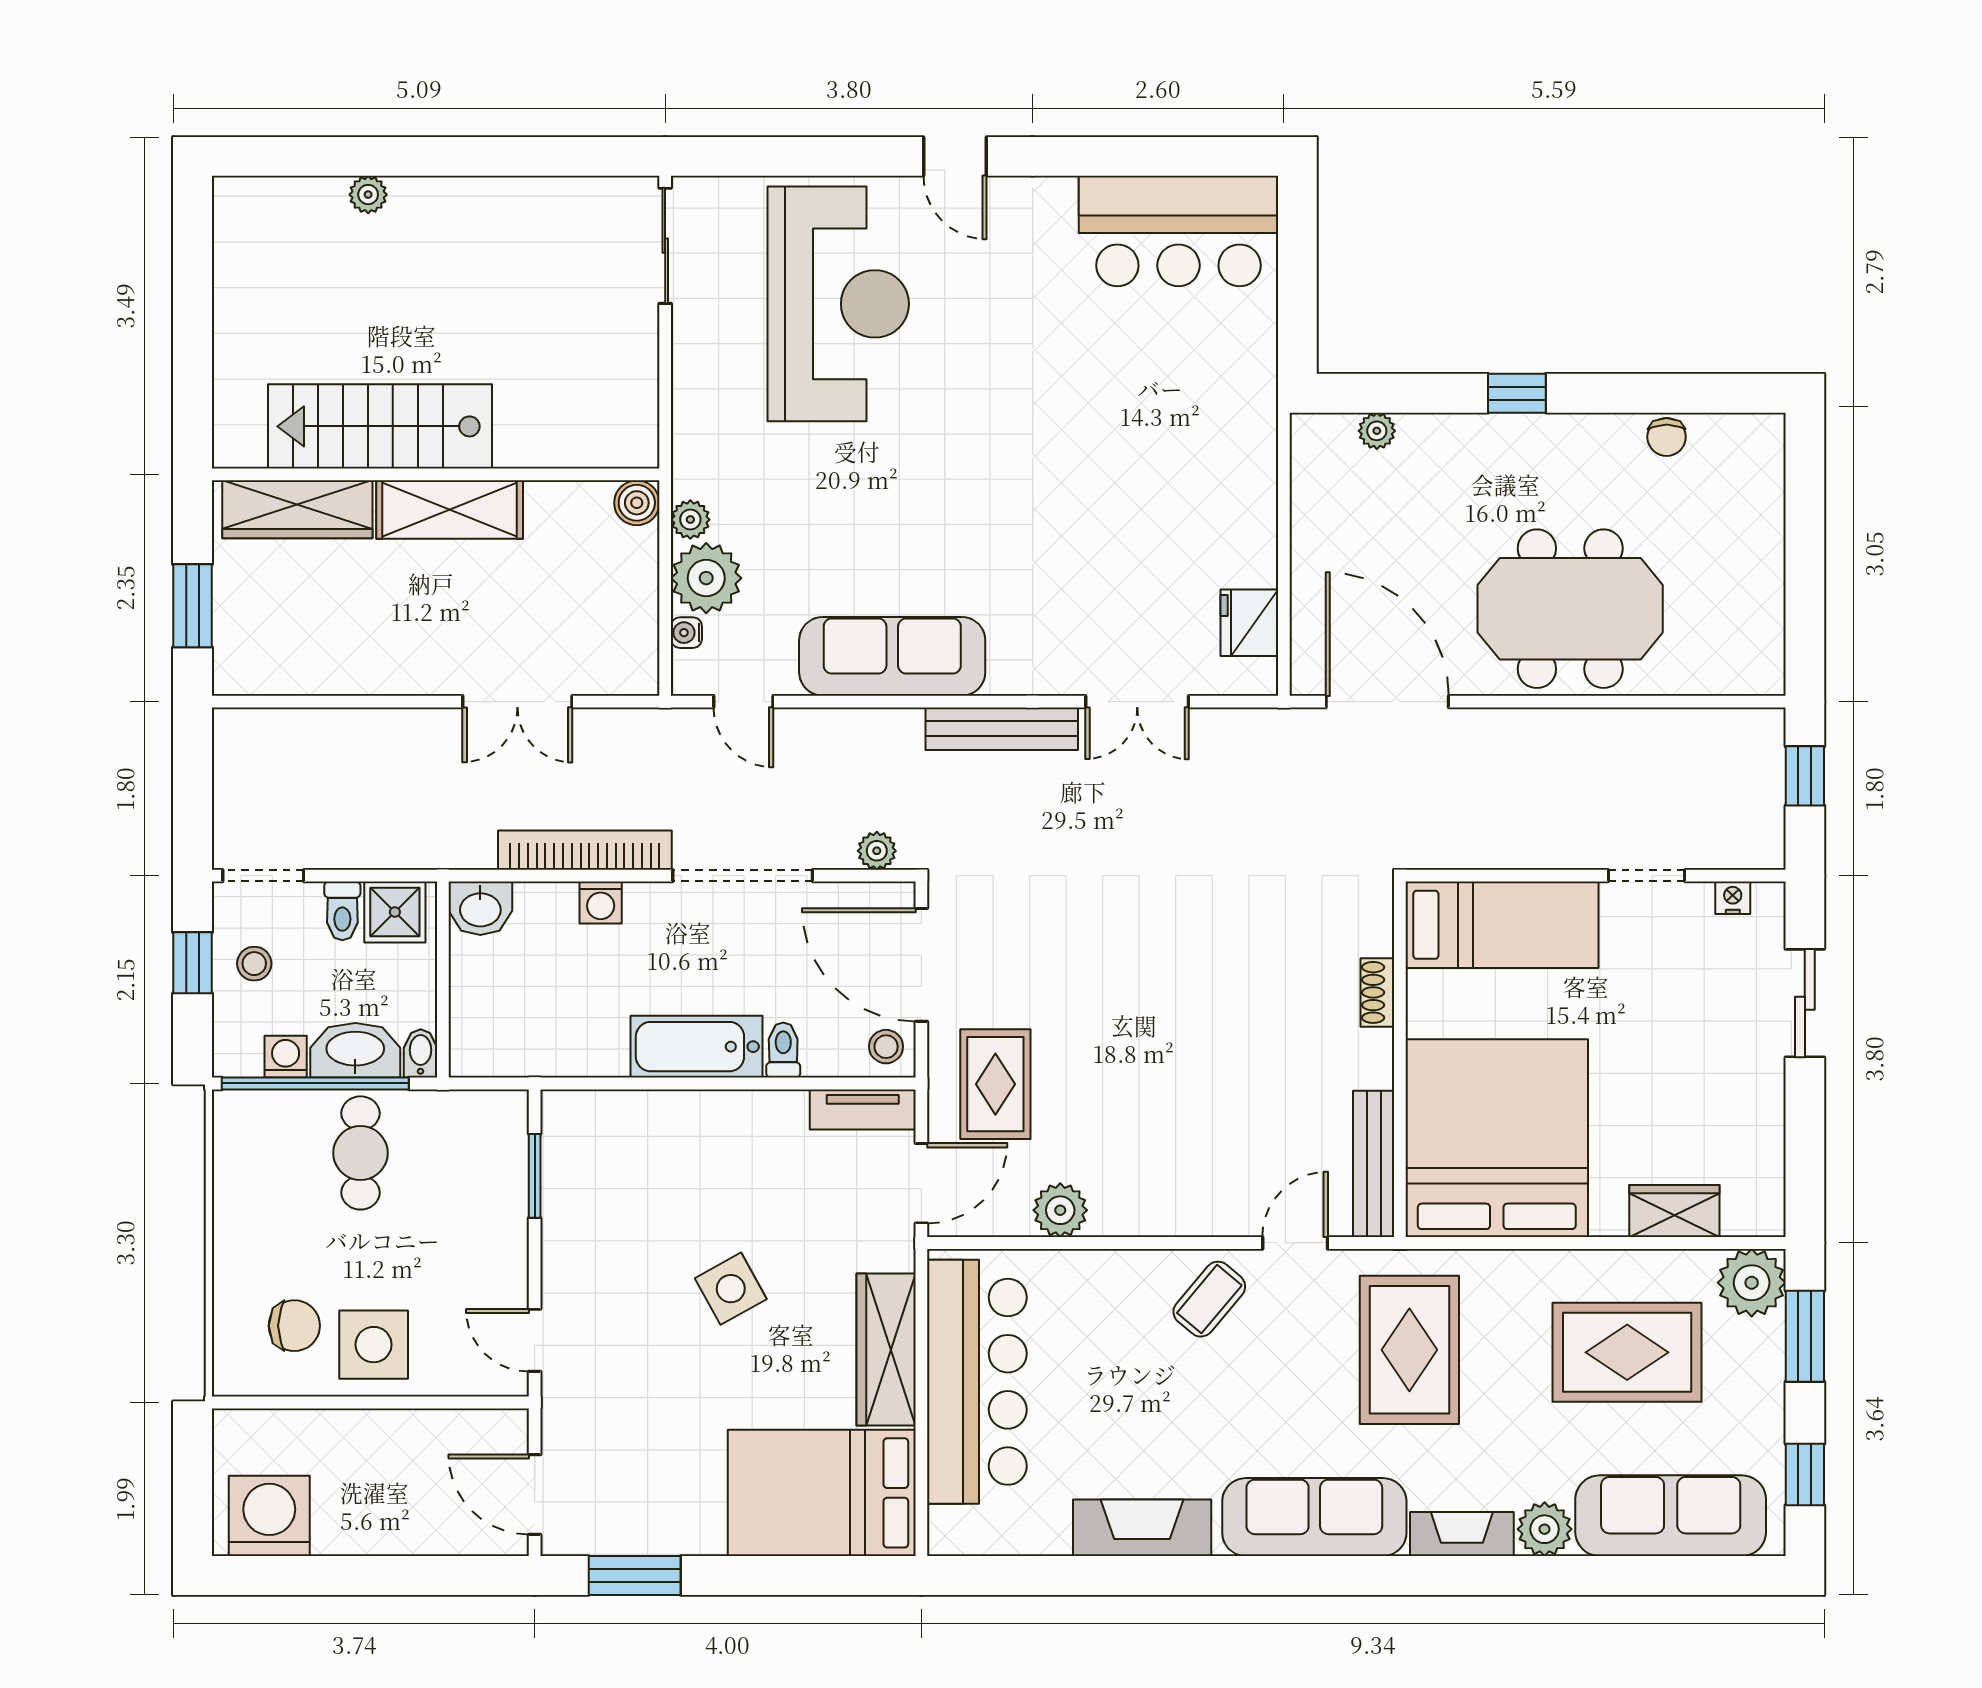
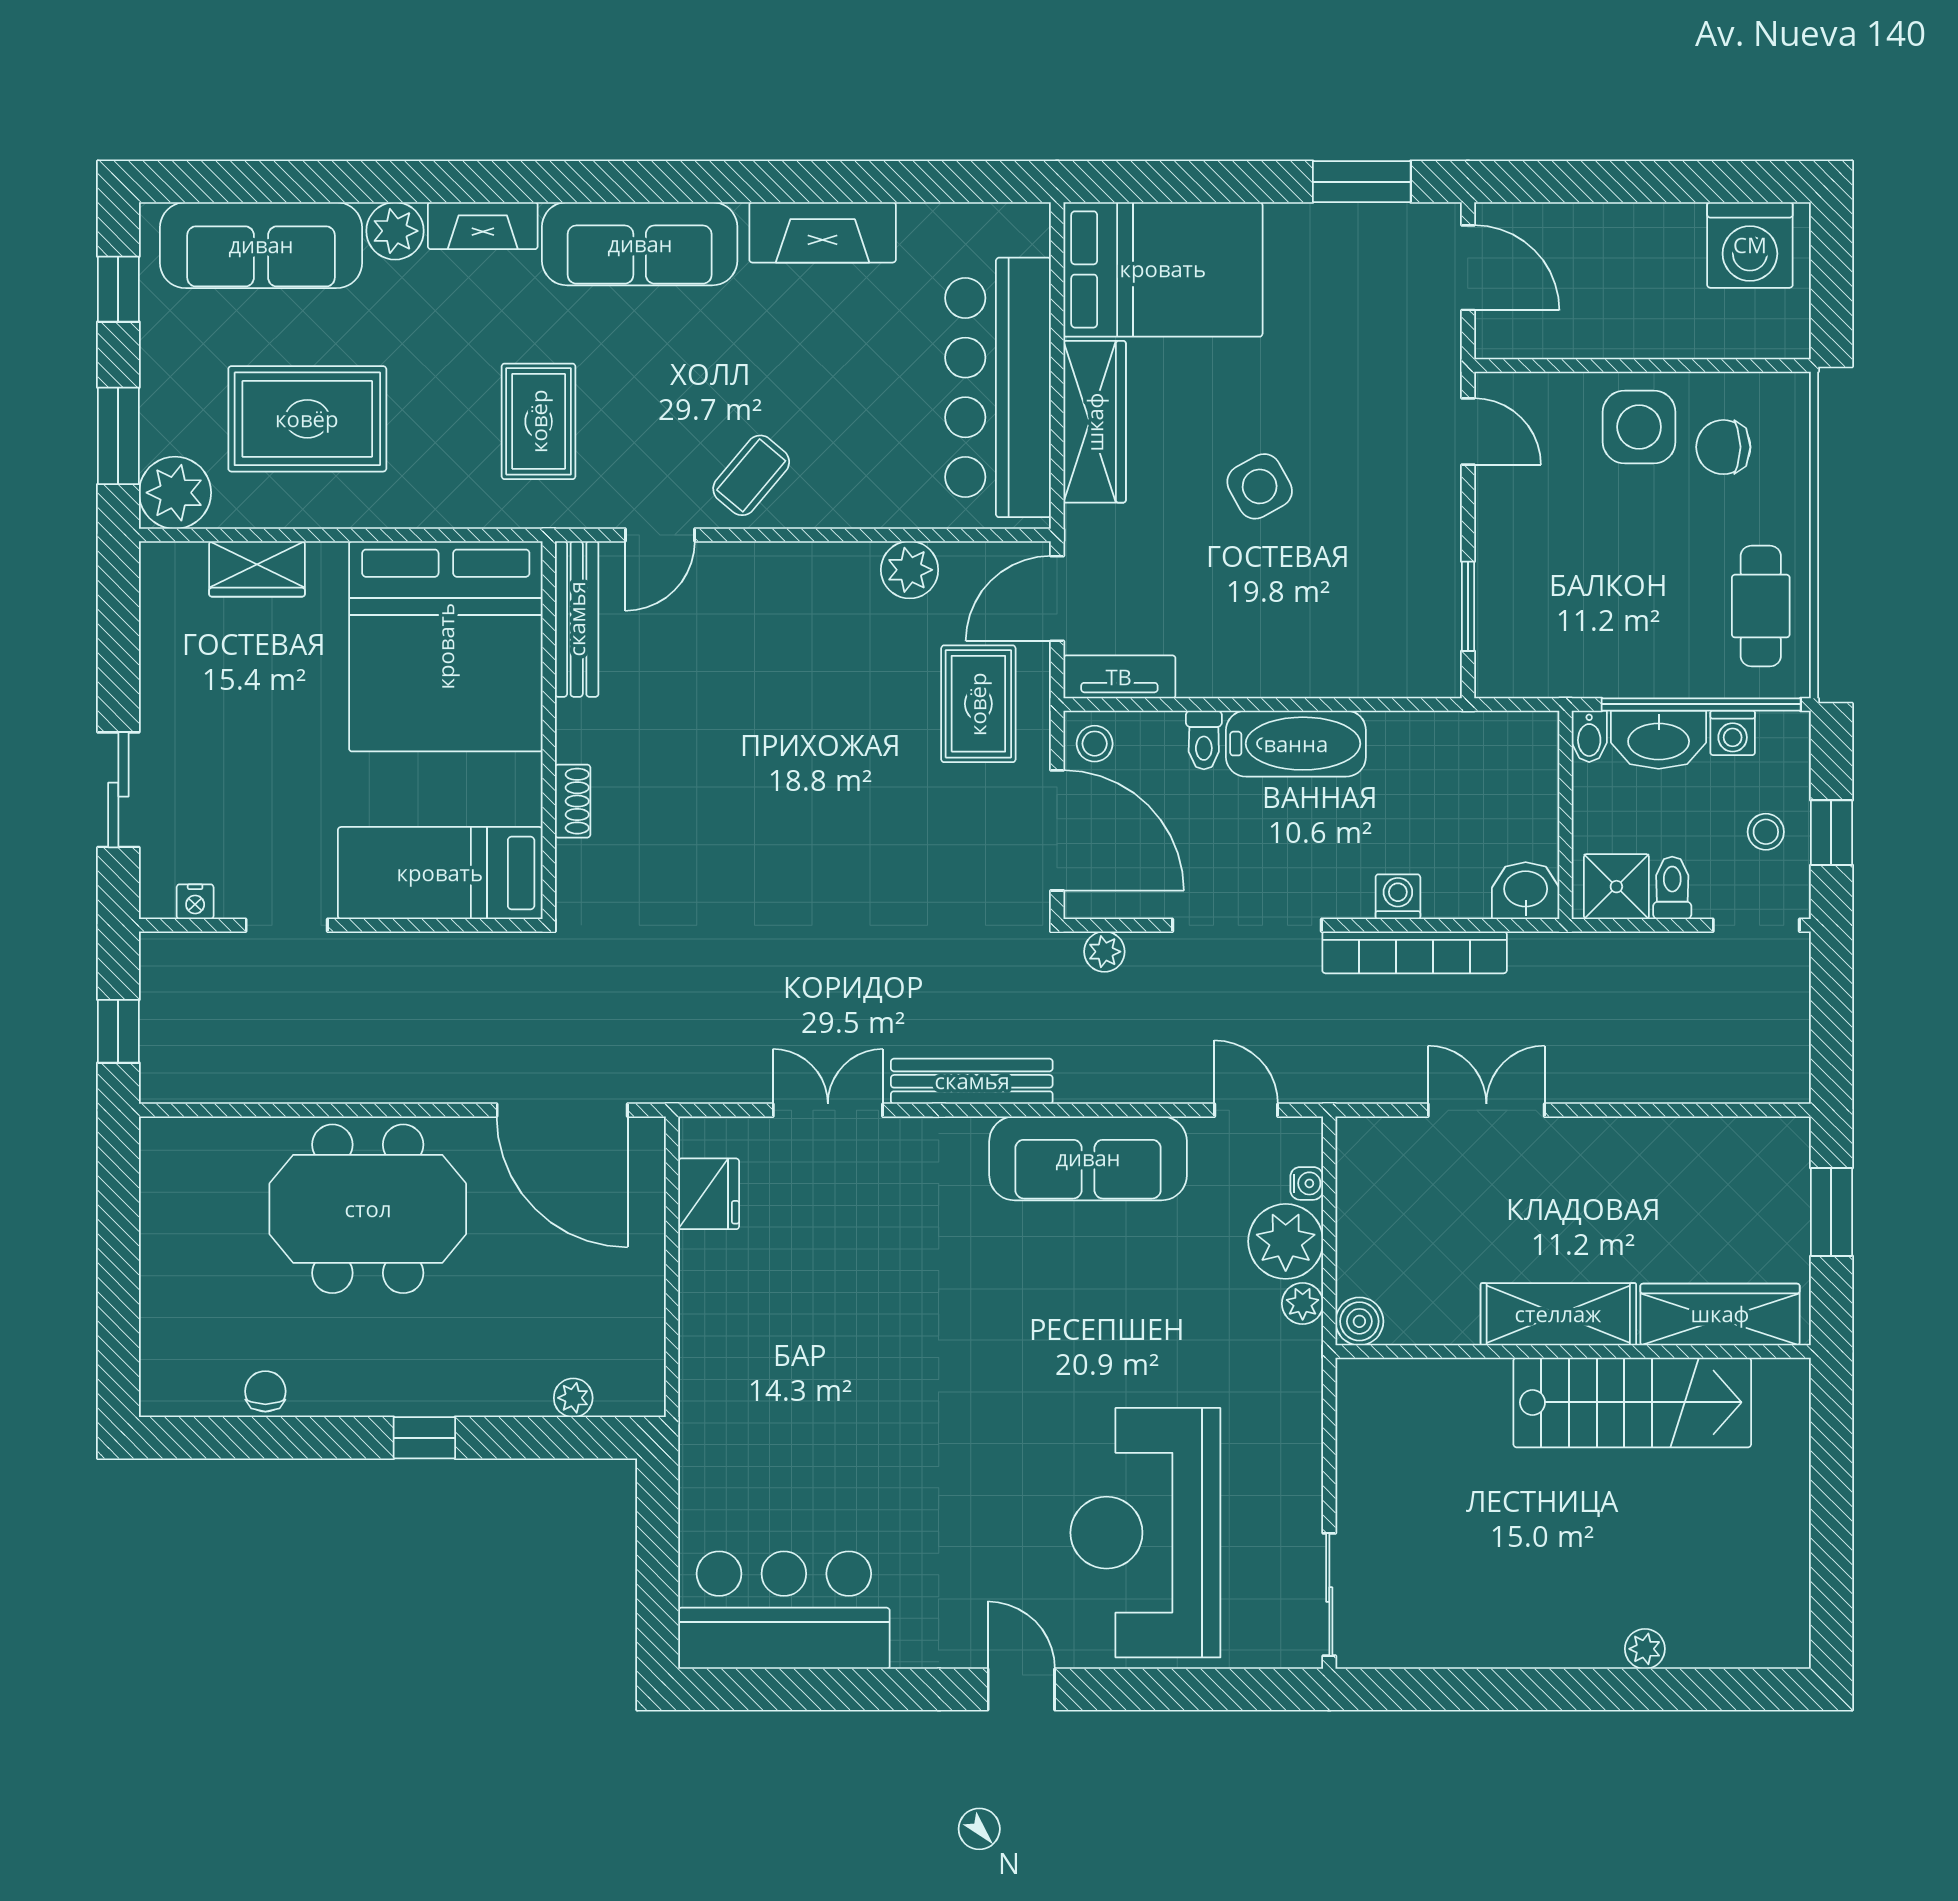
cafe table: (360, 1153) -> (1761, 606), moved
rug: (1409, 1350) -> (539, 421), width x0.73, depth x0.70

